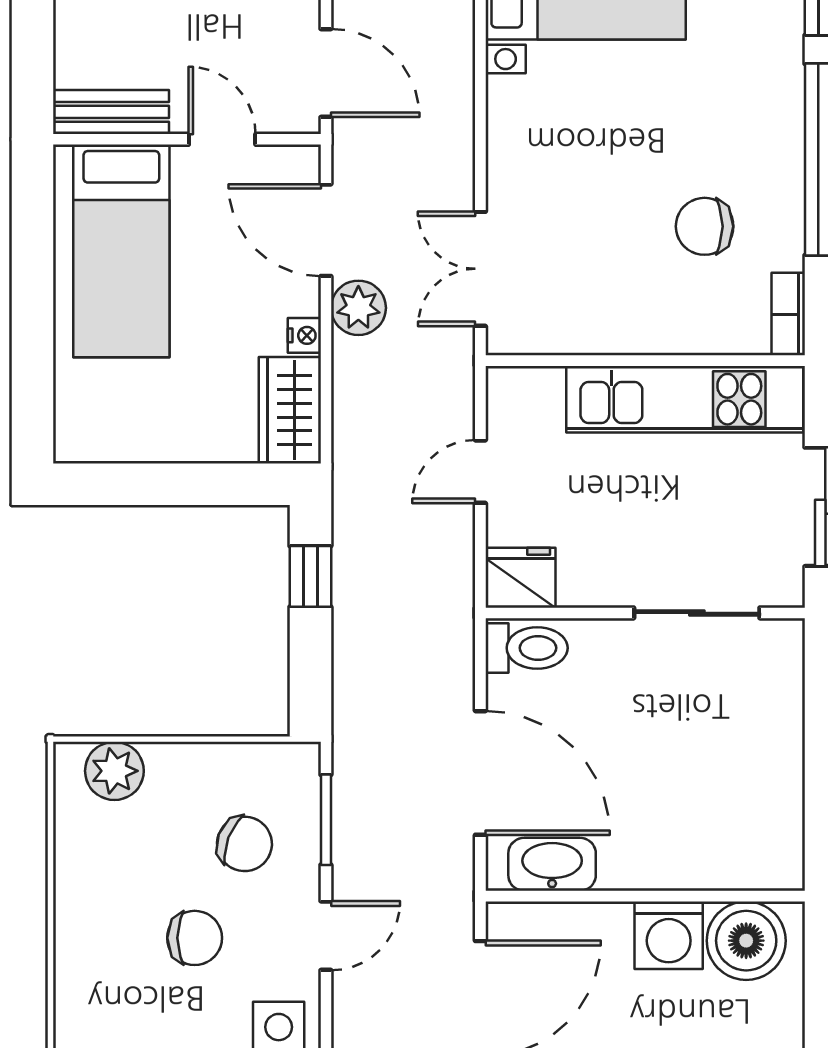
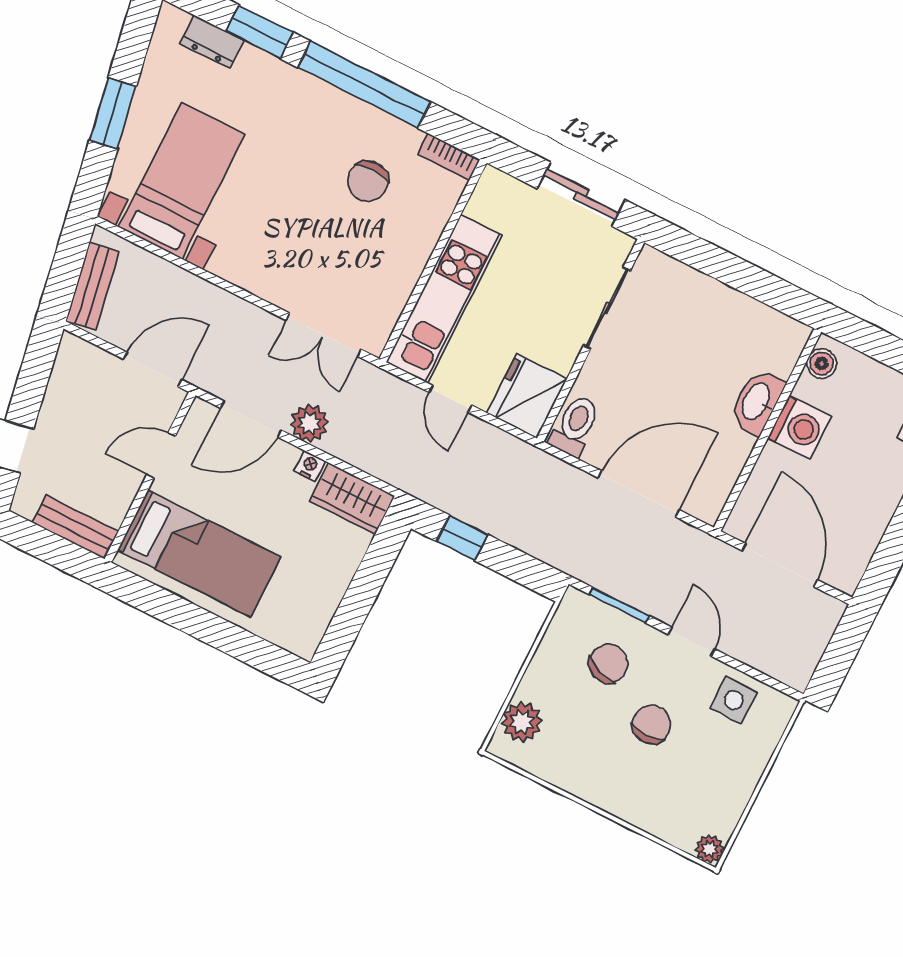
bench: (111, 112) -> (75, 527), moved, turned 90
kitchen unit: (685, 399) -> (444, 299), moved
fridge: (520, 578) -> (527, 396), width x1.36, depth x1.34
washbasin: (552, 864) -> (757, 402), moved
boiler: (746, 941) -> (822, 364), width x0.54, depth x0.54

